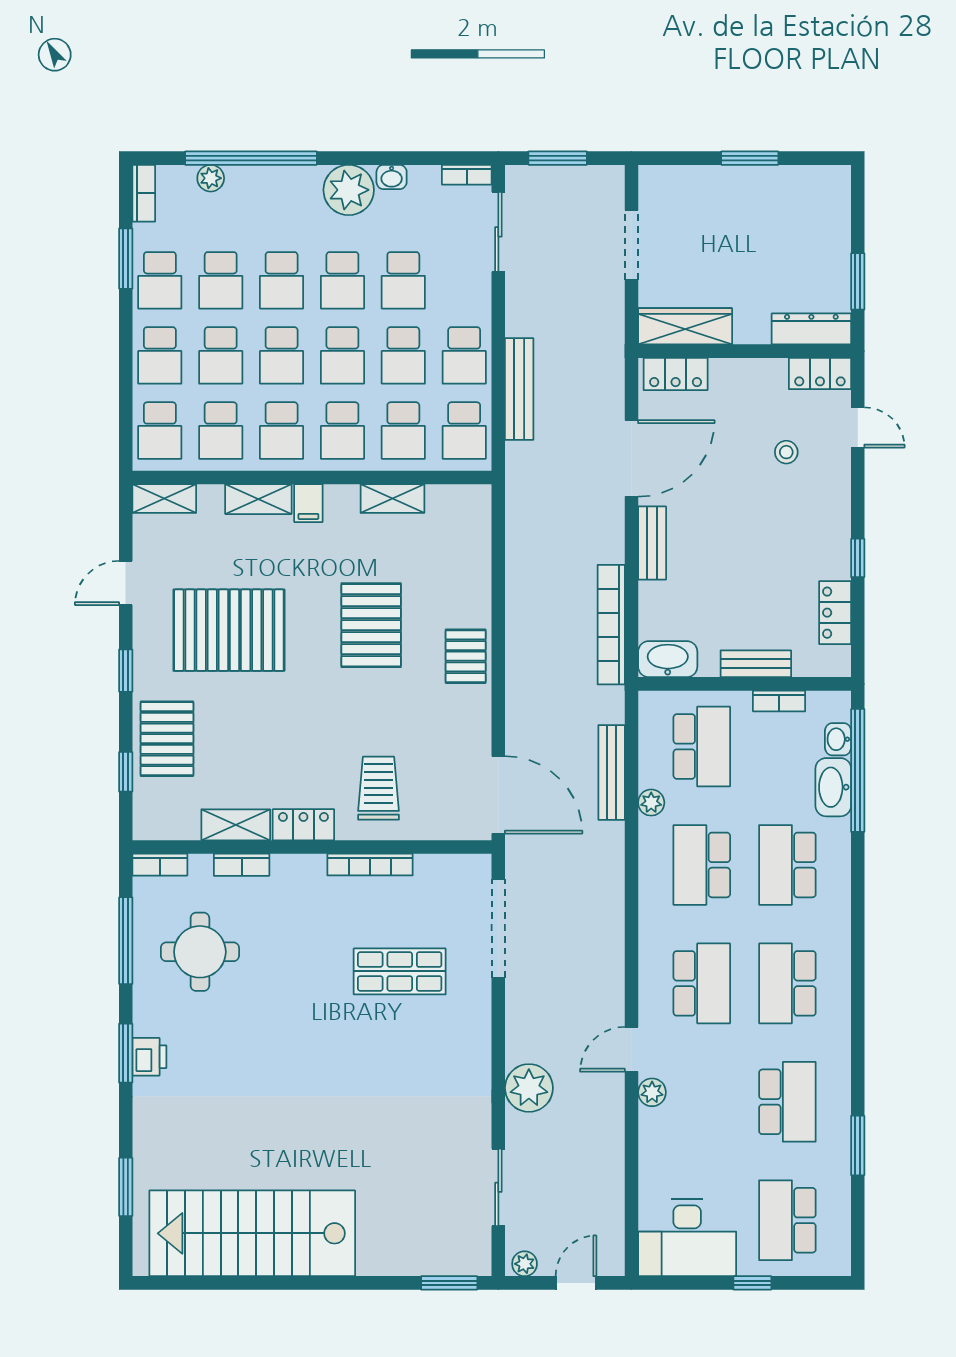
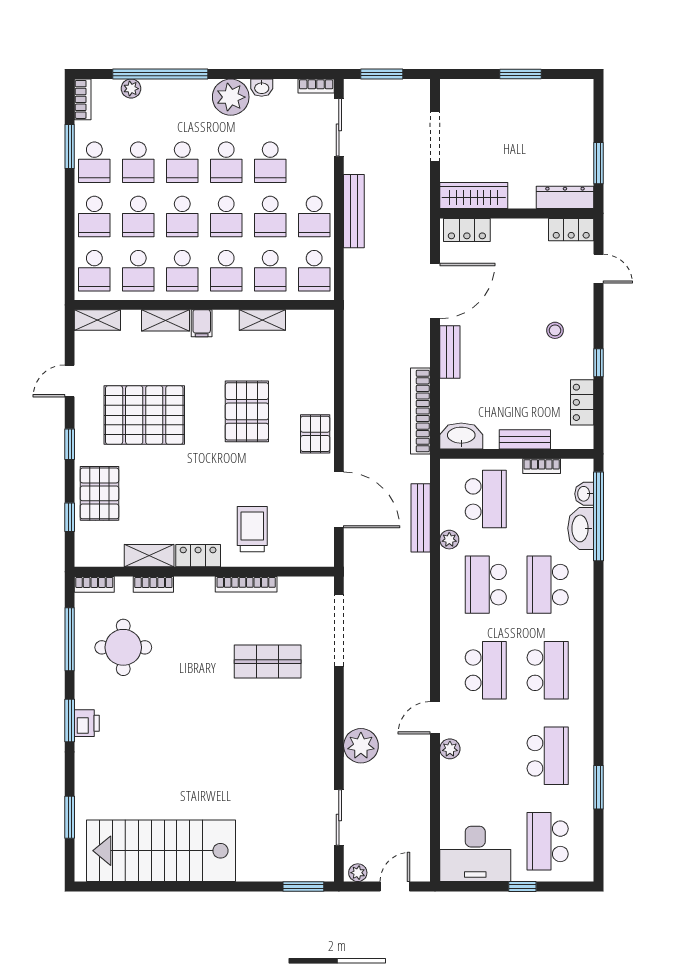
bench: (519, 389) -> (354, 211), moved
stool: (786, 452) -> (555, 330), moved
door: (498, 795) -> (339, 500), moved
school desk: (787, 983) -> (548, 670), turned 180

